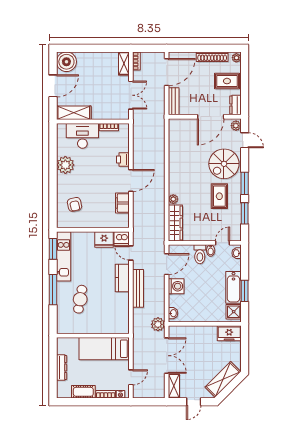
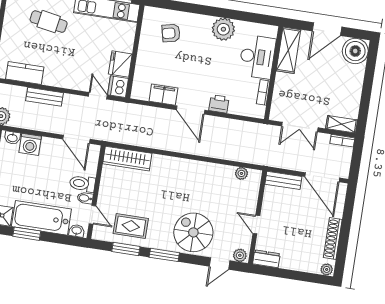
rug: (227, 81) -> (299, 253), removed
door: (53, 86) -> (327, 29), hinge flipped
door: (211, 117) -> (256, 225), width x0.53
rug: (219, 196) -> (131, 226), moved
plant: (173, 199) -> (241, 173), moved
door: (131, 253) -> (98, 96), hinge flipped
kitchen counter: (122, 278) -> (25, 73), moved
washing machine: (176, 286) -> (30, 144), moved
bathtub: (233, 287) -> (41, 218), width x1.36, depth x1.36
bench: (138, 288) -> (45, 97), width x0.73

